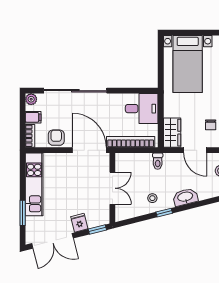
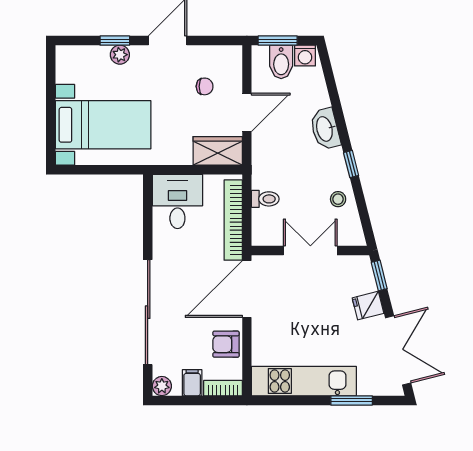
toilet: (158, 161) -> (265, 199), moved
stool: (152, 198) -> (338, 199), moved

